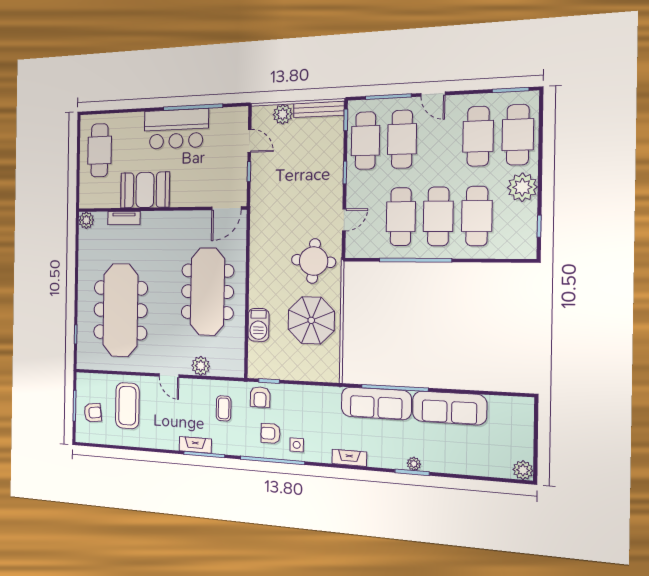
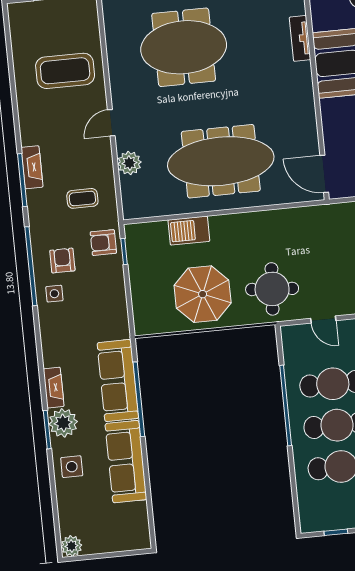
meeting table: (120, 310) -> (184, 47), width x0.73
armchair: (93, 413) -> (48, 24), removed
side table: (448, 457) -> (72, 467), added
fireplace: (349, 458) -> (54, 388), moved
plant: (414, 464) -> (63, 423), width x1.88, depth x1.88

